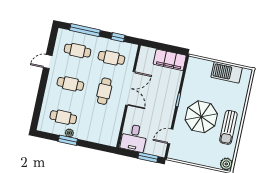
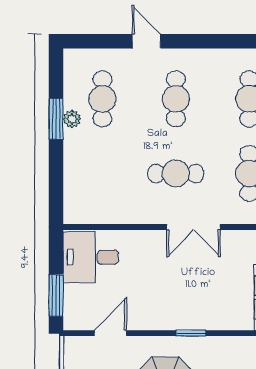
door: (48, 62) -> (146, 41), moved
double door: (130, 88) -> (193, 227), width x0.73
door: (170, 136) -> (111, 333), hinge flipped

